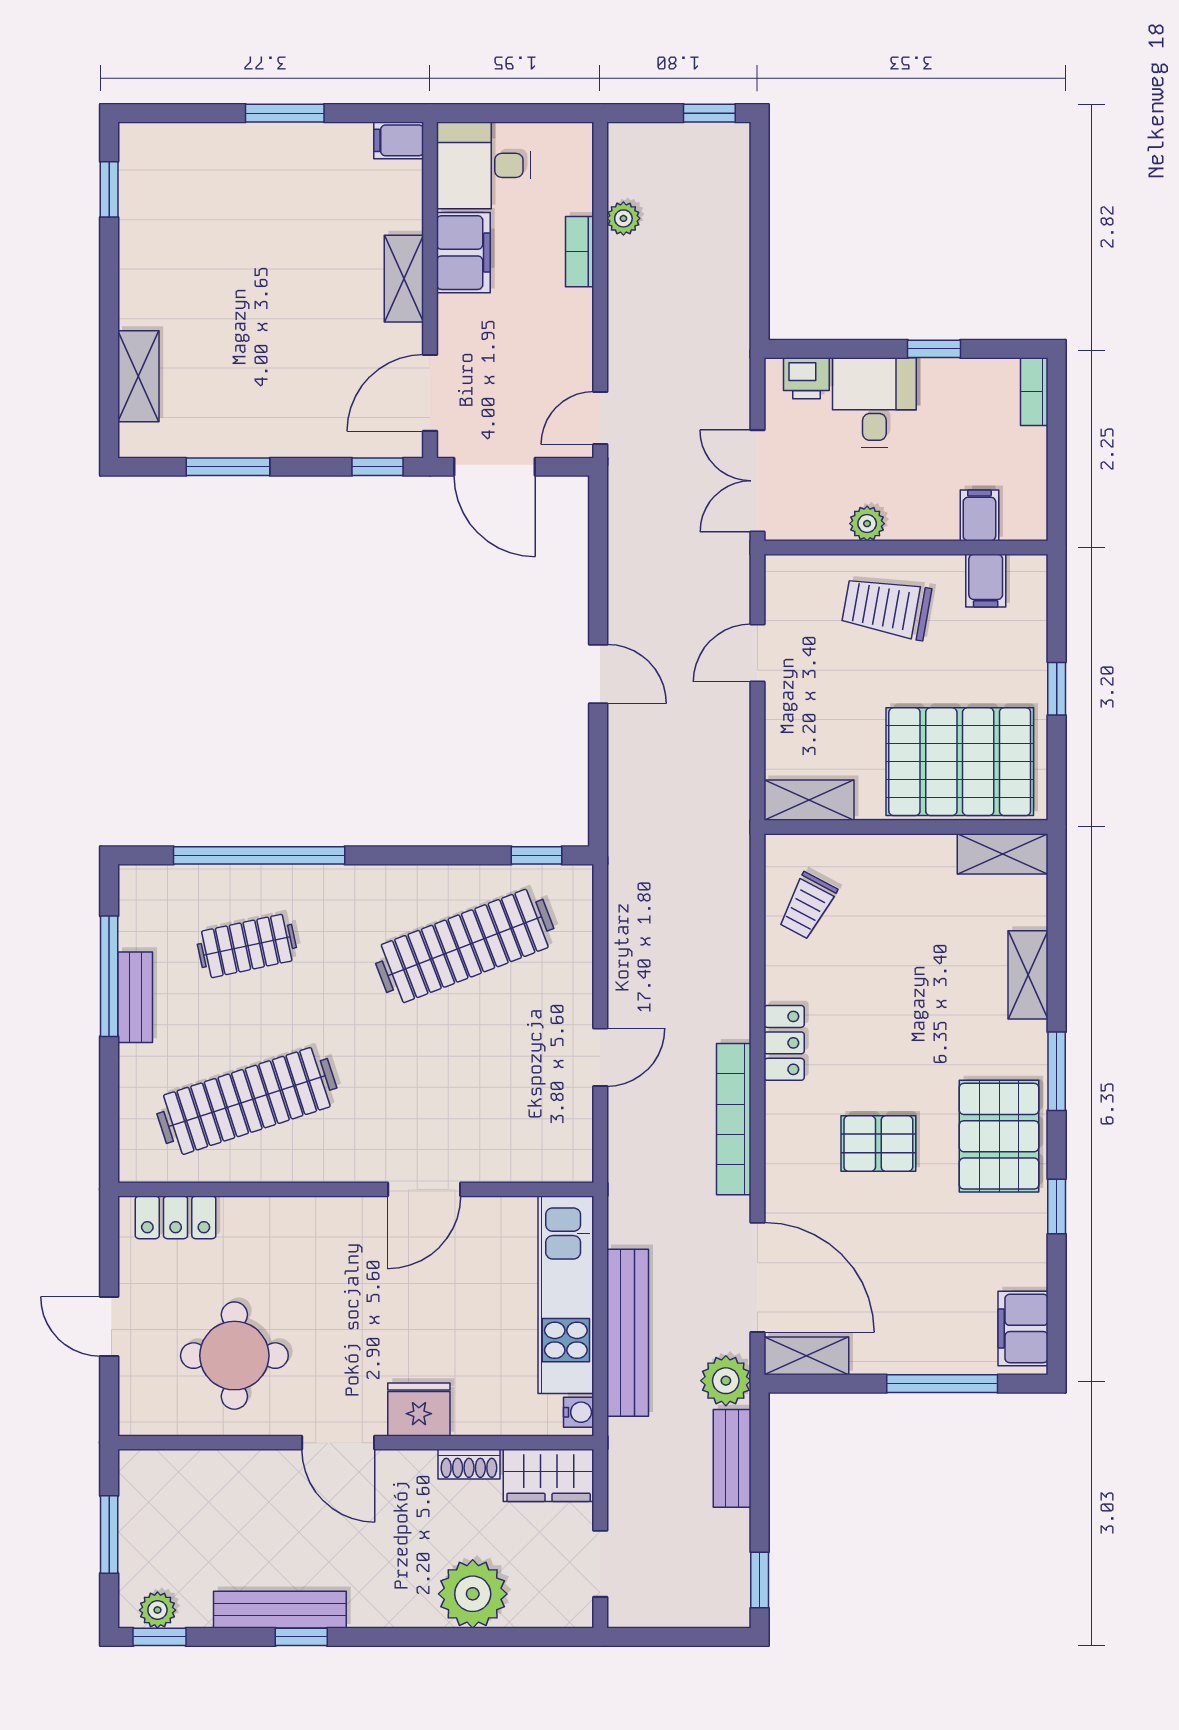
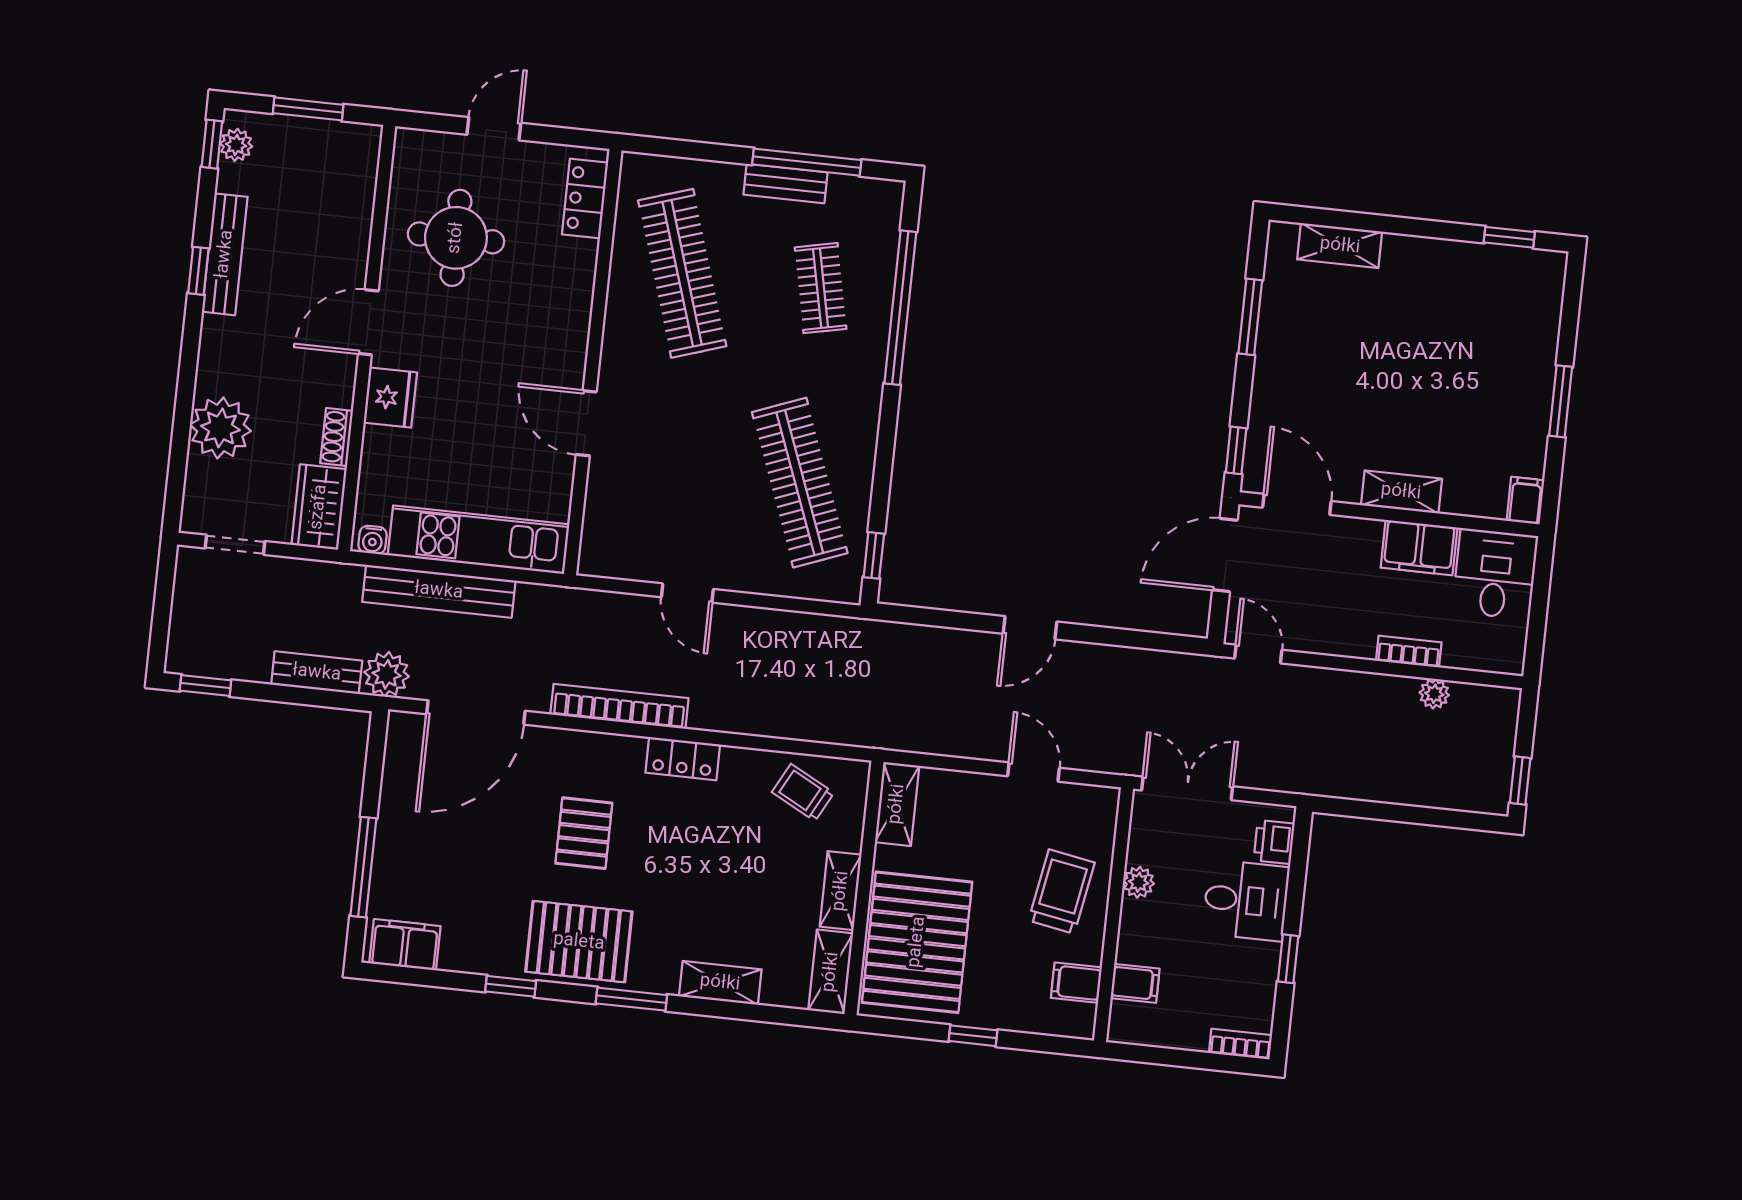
shelving: (806, 1356) -> (841, 891), moved

